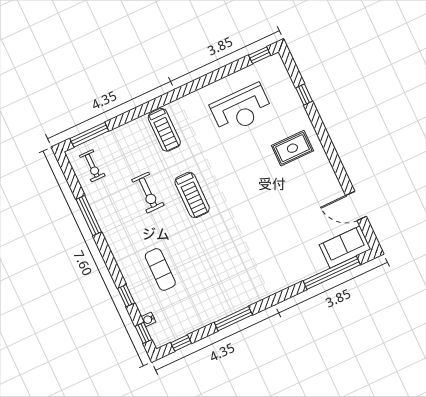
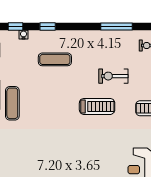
treadmill: (192, 195) -> (97, 106), turned 180
exercise mat: (234, 295) -> (12, 103), added

